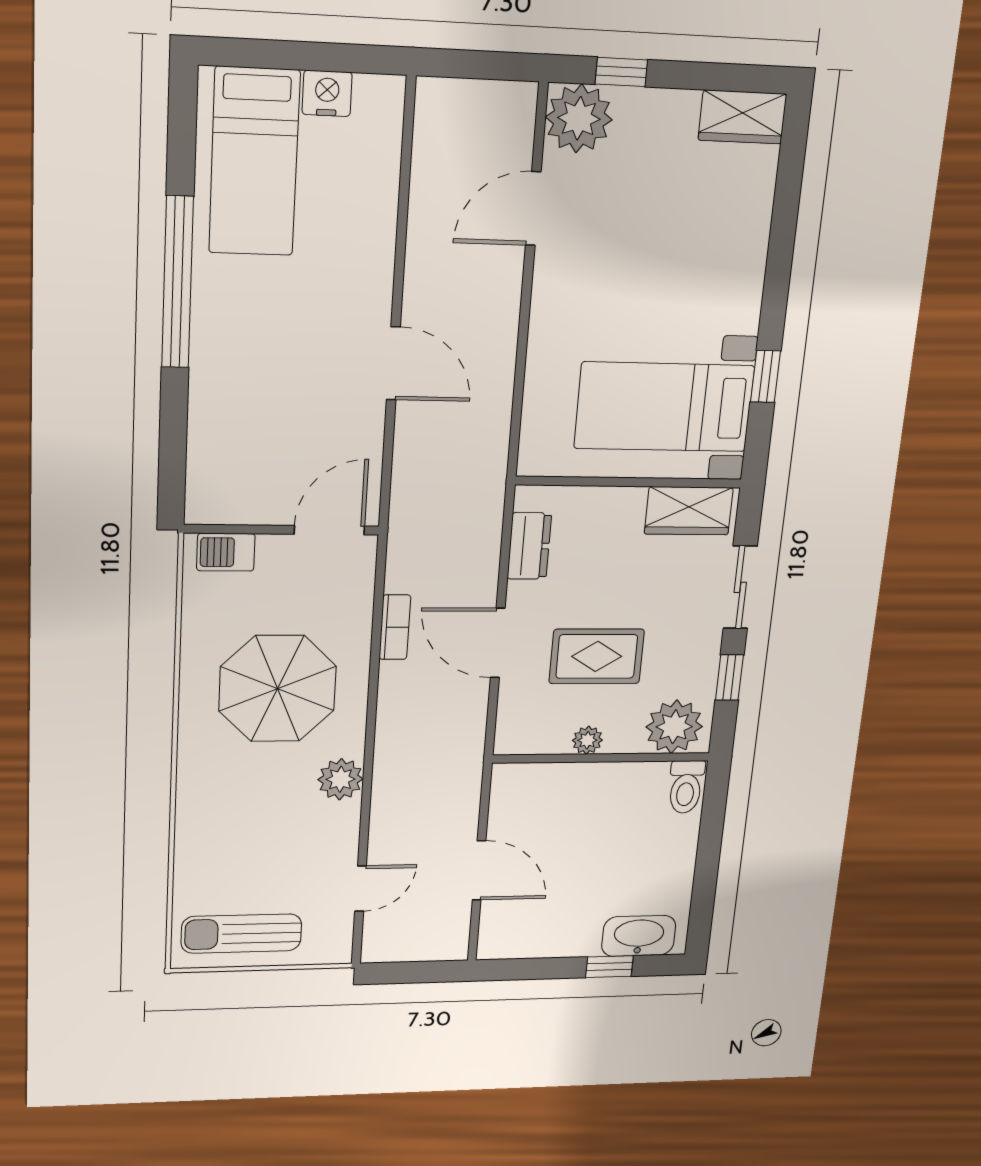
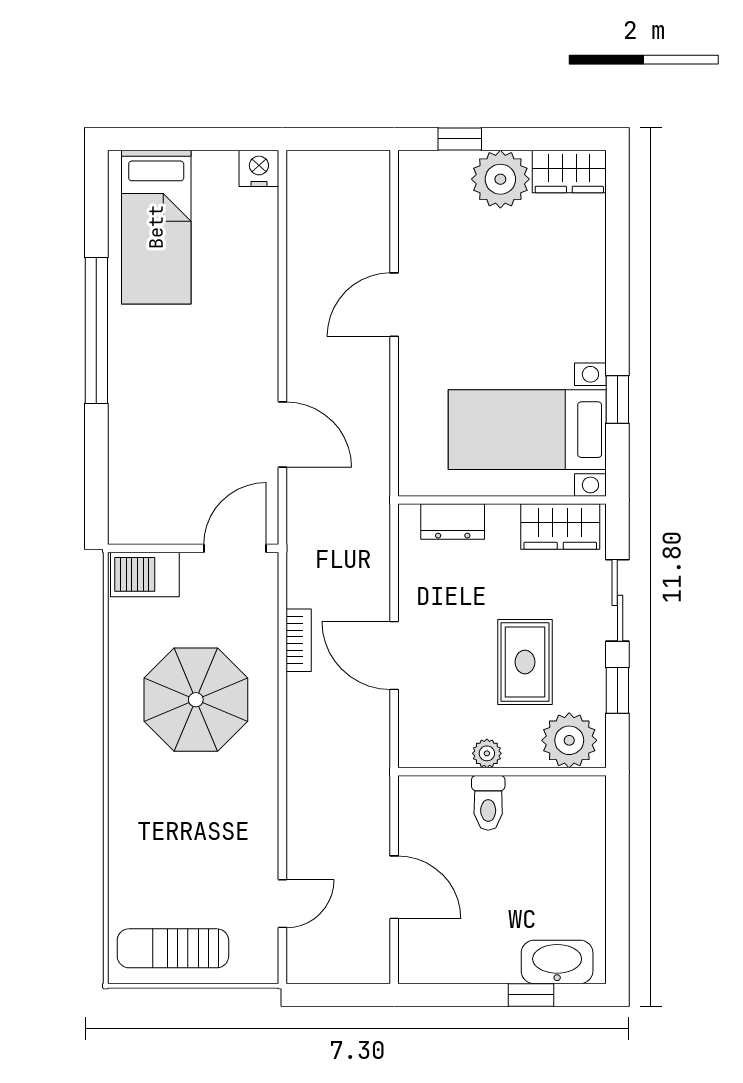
nightstand: (327, 93) -> (259, 168), moved
plant: (579, 118) -> (500, 179), moved
door: (533, 209) -> (394, 305), moved
door: (393, 363) -> (282, 434), moved
dresser: (529, 546) -> (453, 522), moved, turned 90
barbecue: (226, 552) -> (145, 574), width x1.38, depth x1.27
rug: (597, 656) -> (525, 662), moved, turned 90
plant: (341, 779) -> (258, 790), removed
toilet: (686, 787) -> (488, 803), moved

